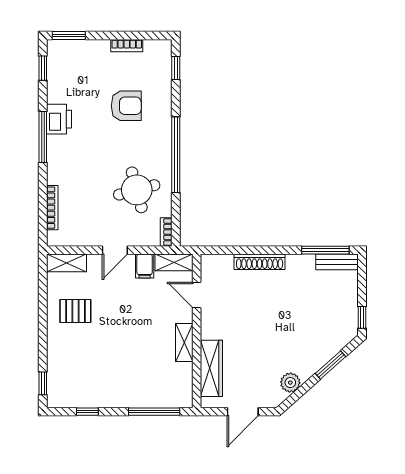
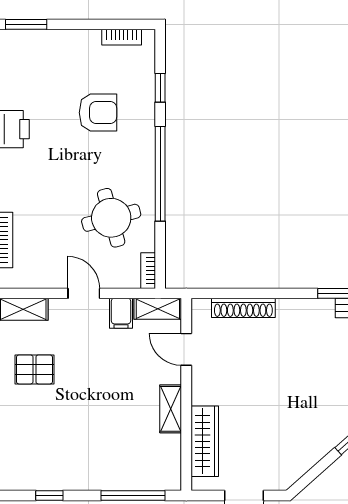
bookcase: (127, 46) -> (122, 37), moved
window: (176, 68) -> (160, 88), moved
door: (115, 250) -> (84, 293), swing flipped
shoe rack: (260, 262) -> (243, 308), moved
plant: (290, 383) -> (304, 459), removed

